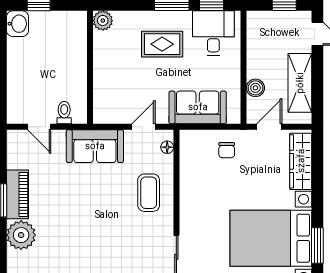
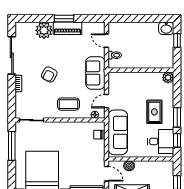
sofa: (198, 107) -> (118, 132), width x1.36
door: (39, 127) -> (107, 41), hinge flipped
door: (144, 127) -> (107, 101), swing flipped
chair: (227, 150) -> (98, 135), moved
armchair: (97, 226) -> (49, 74), added

